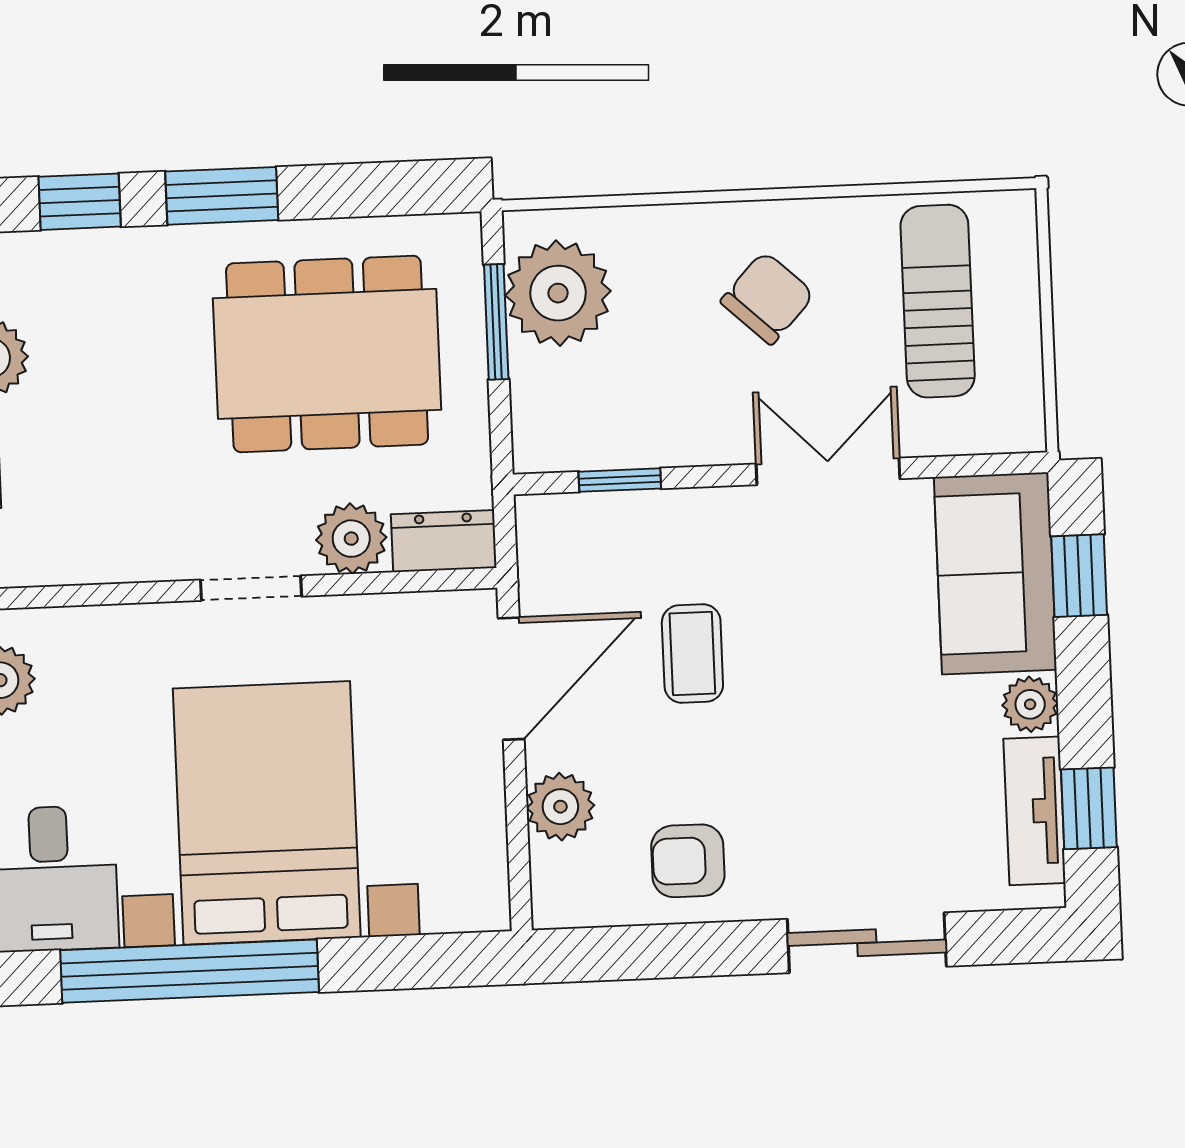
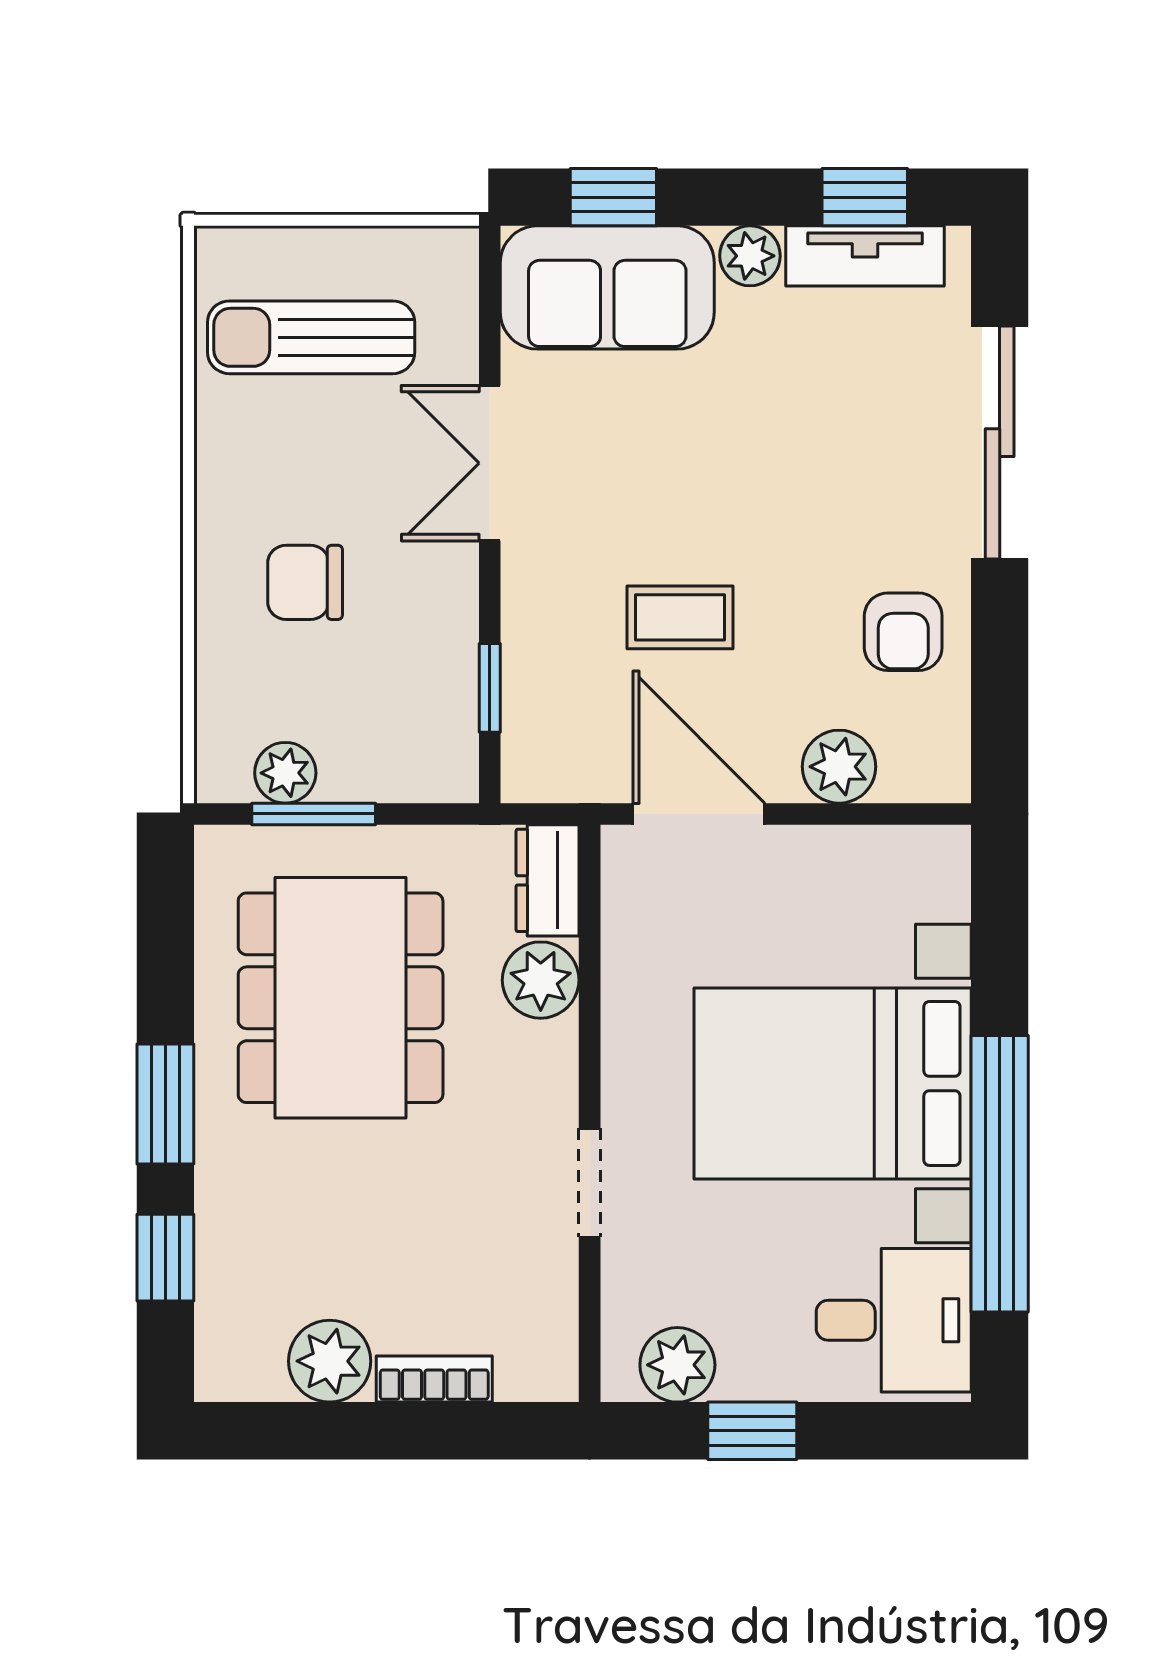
plant: (558, 293) -> (285, 773), width x0.53, depth x0.53
chair: (767, 298) -> (305, 582), moved, turned -43
doorway: (251, 588) -> (590, 1183), moved
sliding door: (867, 943) -> (1000, 443), width x1.37

